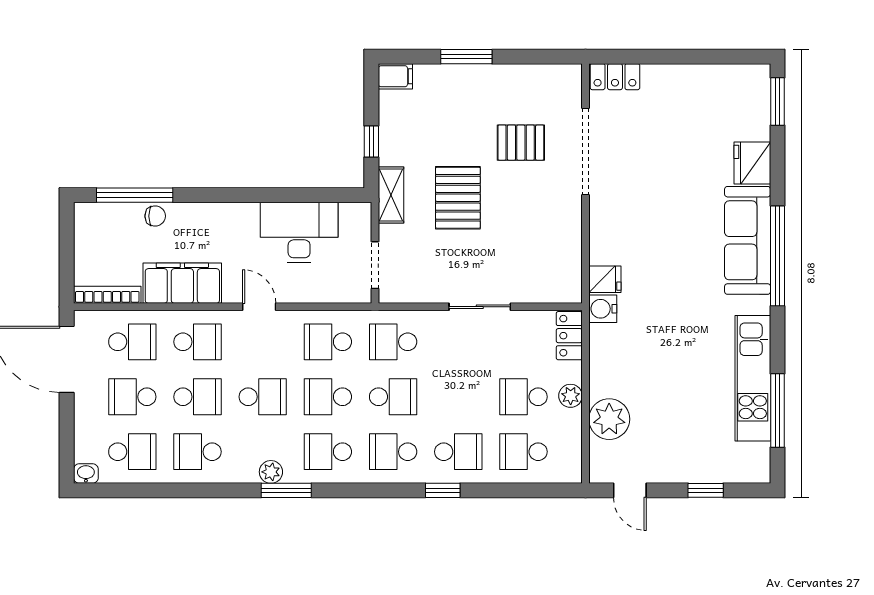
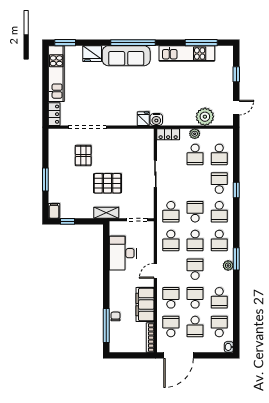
kitchen unit: (707, 81) -> (56, 74), added
window: (371, 142) -> (67, 221), moved

